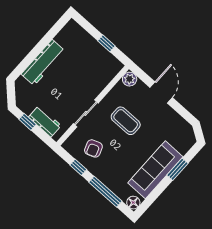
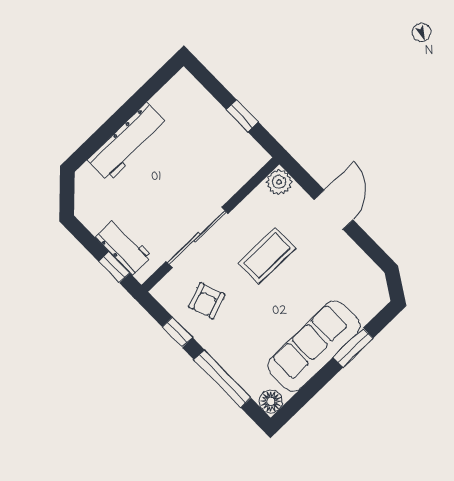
sliding door: (86, 113) -> (197, 237), width x1.37
coffee table: (126, 121) -> (267, 255), turned 90
window: (27, 122) -> (114, 267), moved

